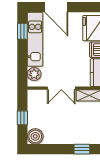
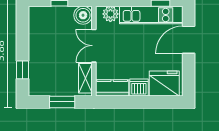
boiler: (35, 136) -> (83, 15), moved

